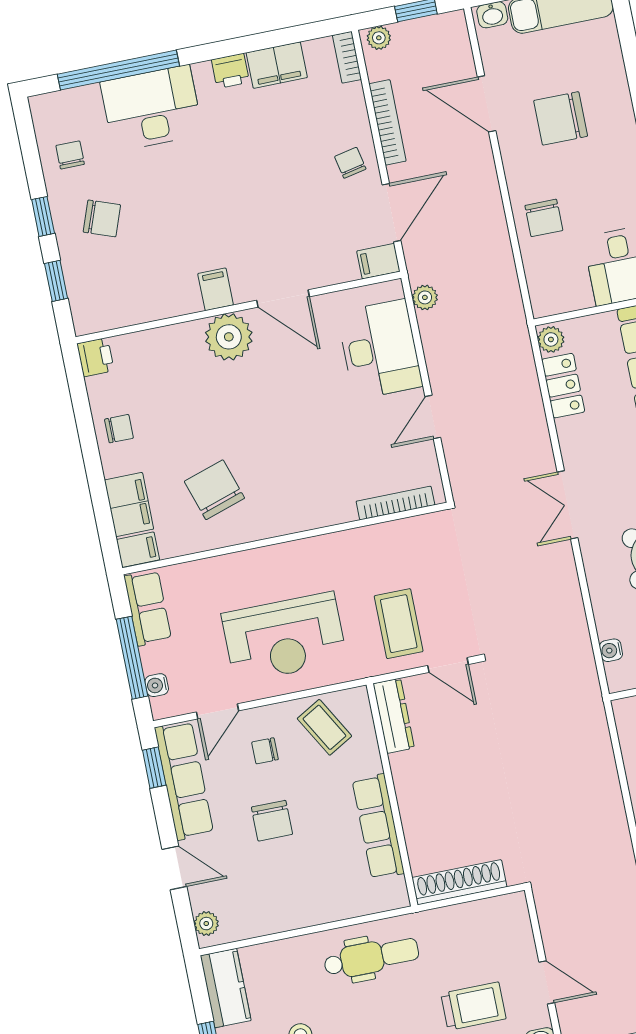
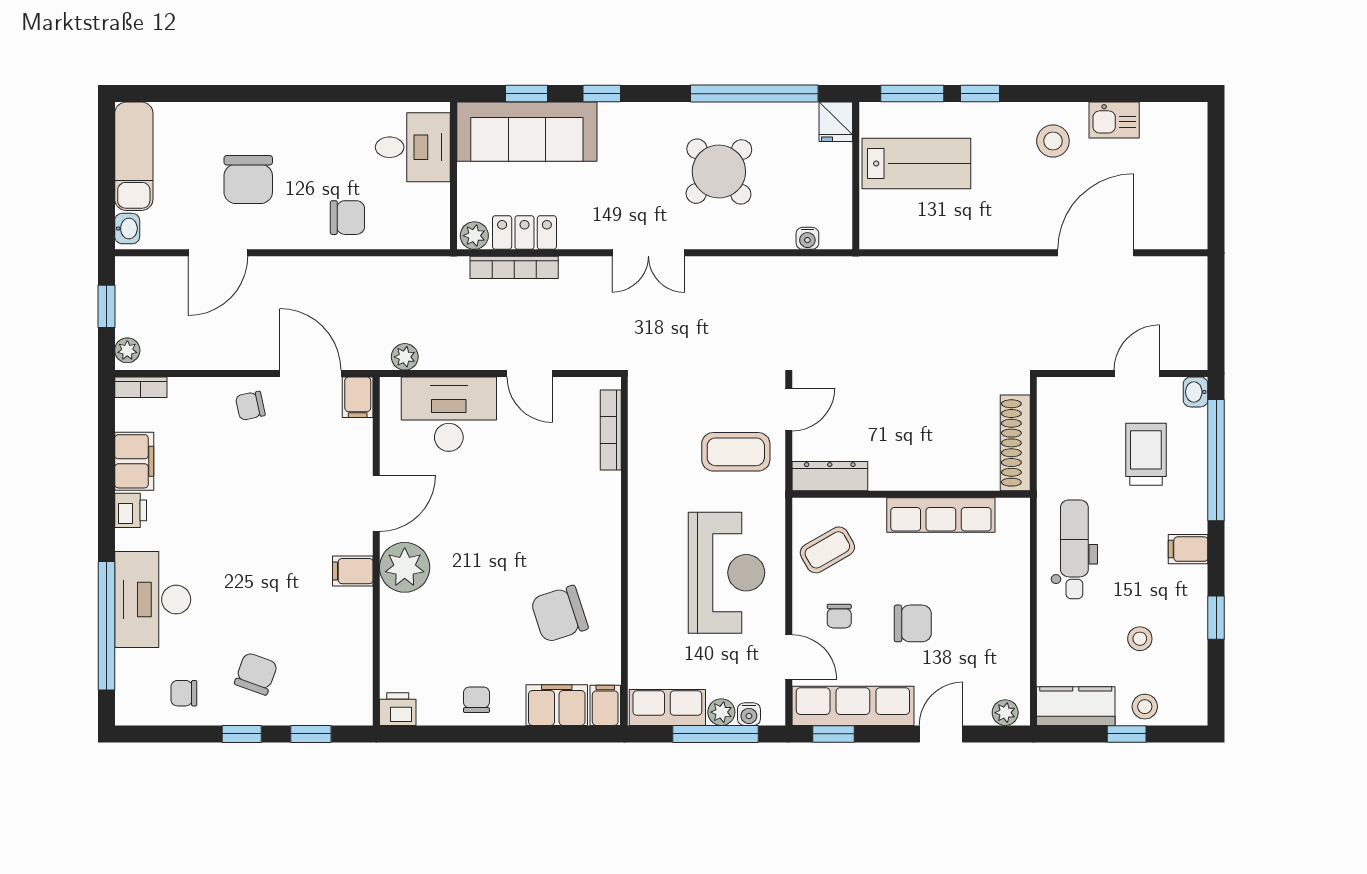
bookcase: (388, 122) -> (514, 267), moved, turned 180
plant: (153, 659) -> (721, 712), added

